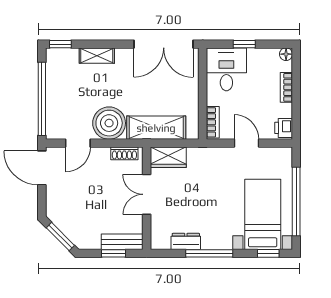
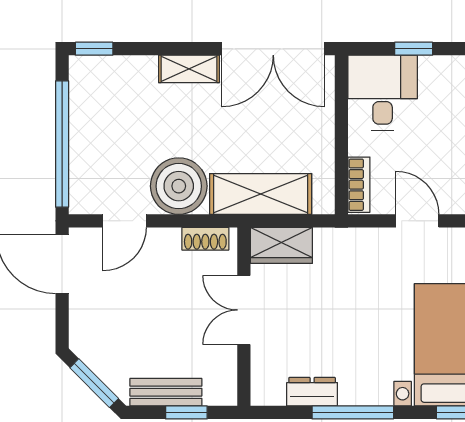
shelving: (97, 56) -> (189, 69), moved
bench: (122, 242) -> (166, 392), moved

